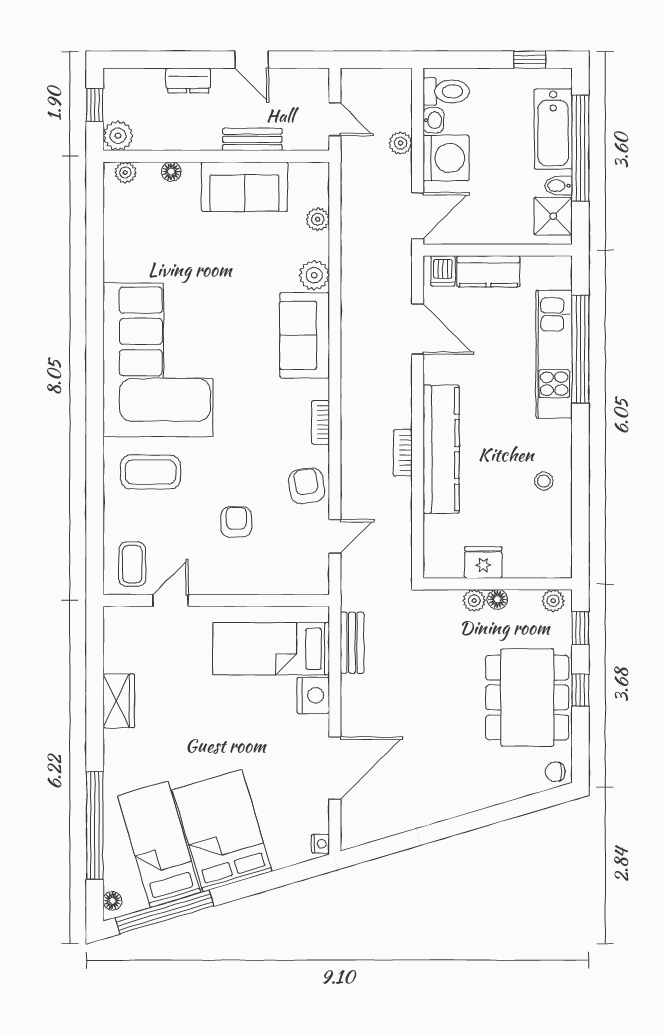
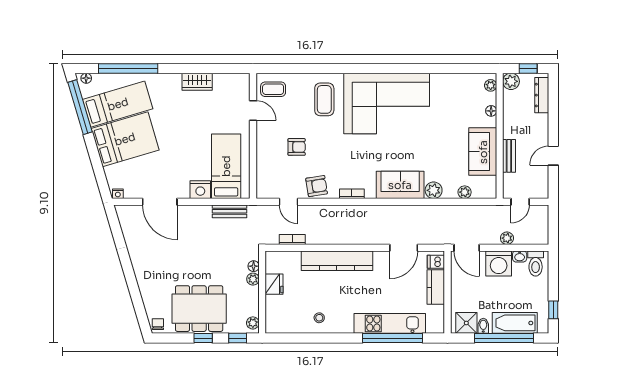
dresser: (188, 80) -> (542, 95), moved, width x1.44
bookcase: (403, 453) -> (292, 239), moved
floor lamp: (497, 599) -> (254, 266), moved

